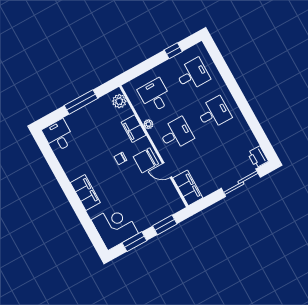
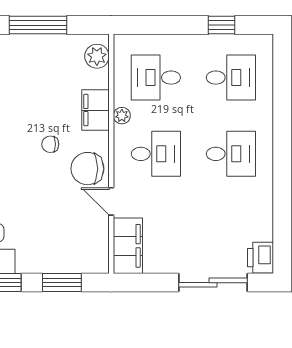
desk: (155, 95) -> (156, 78), turned -90

